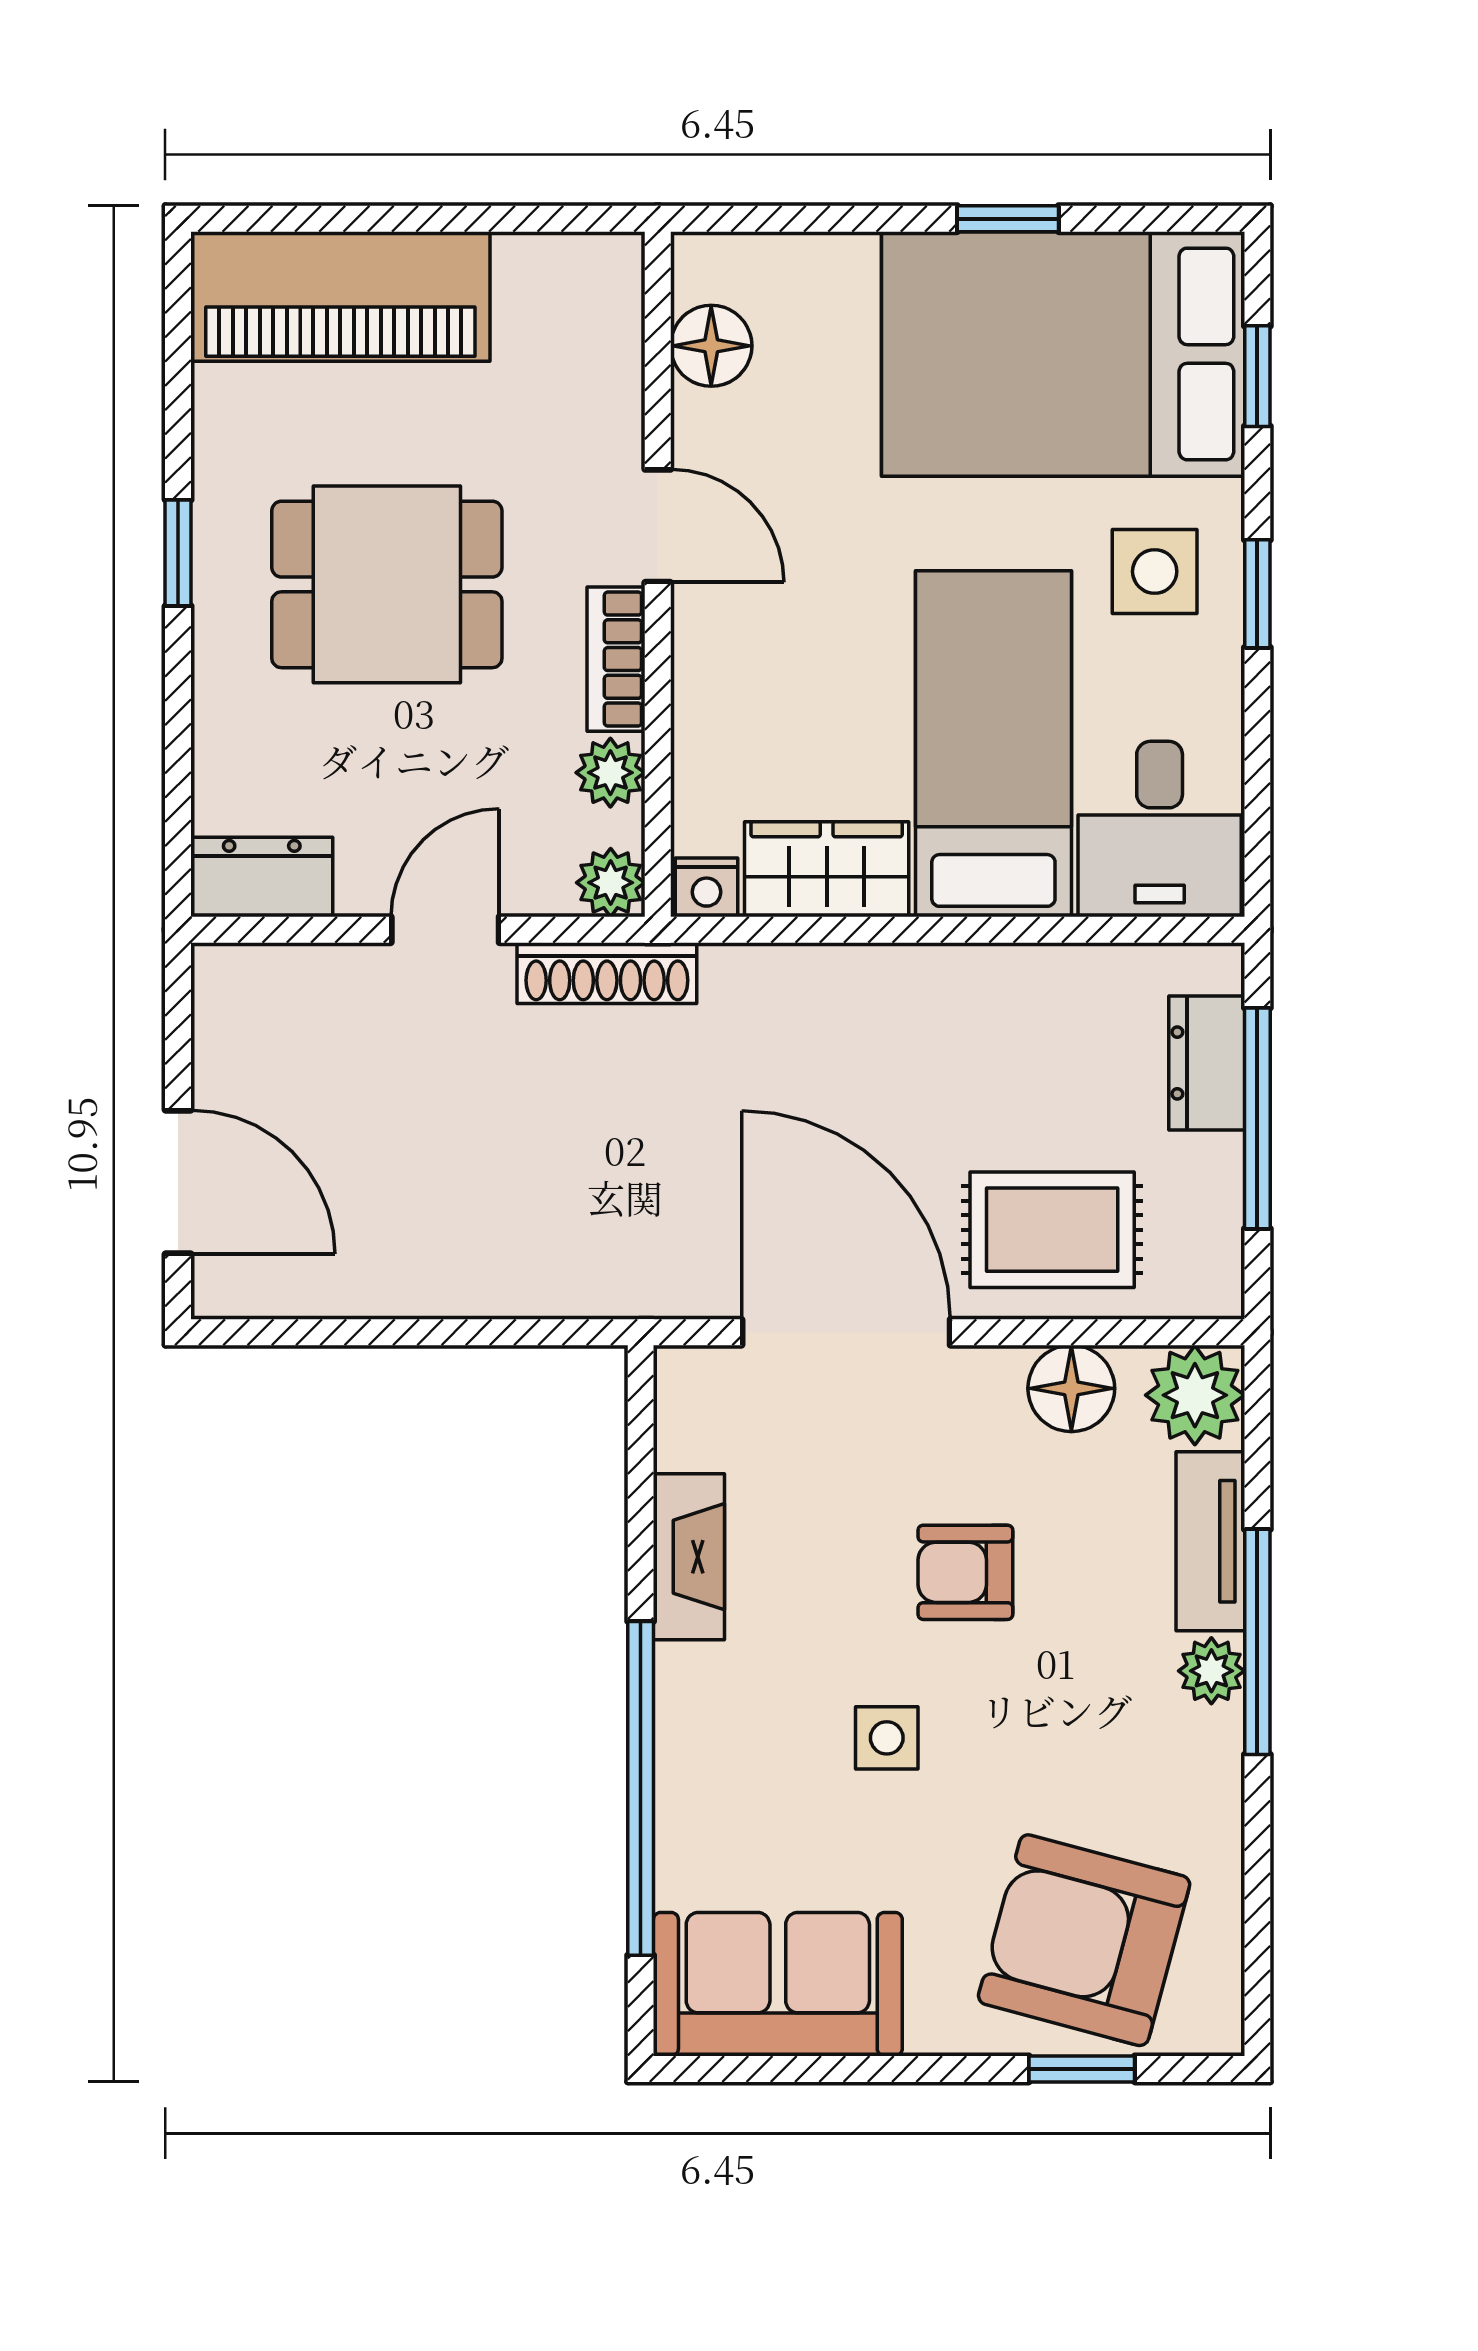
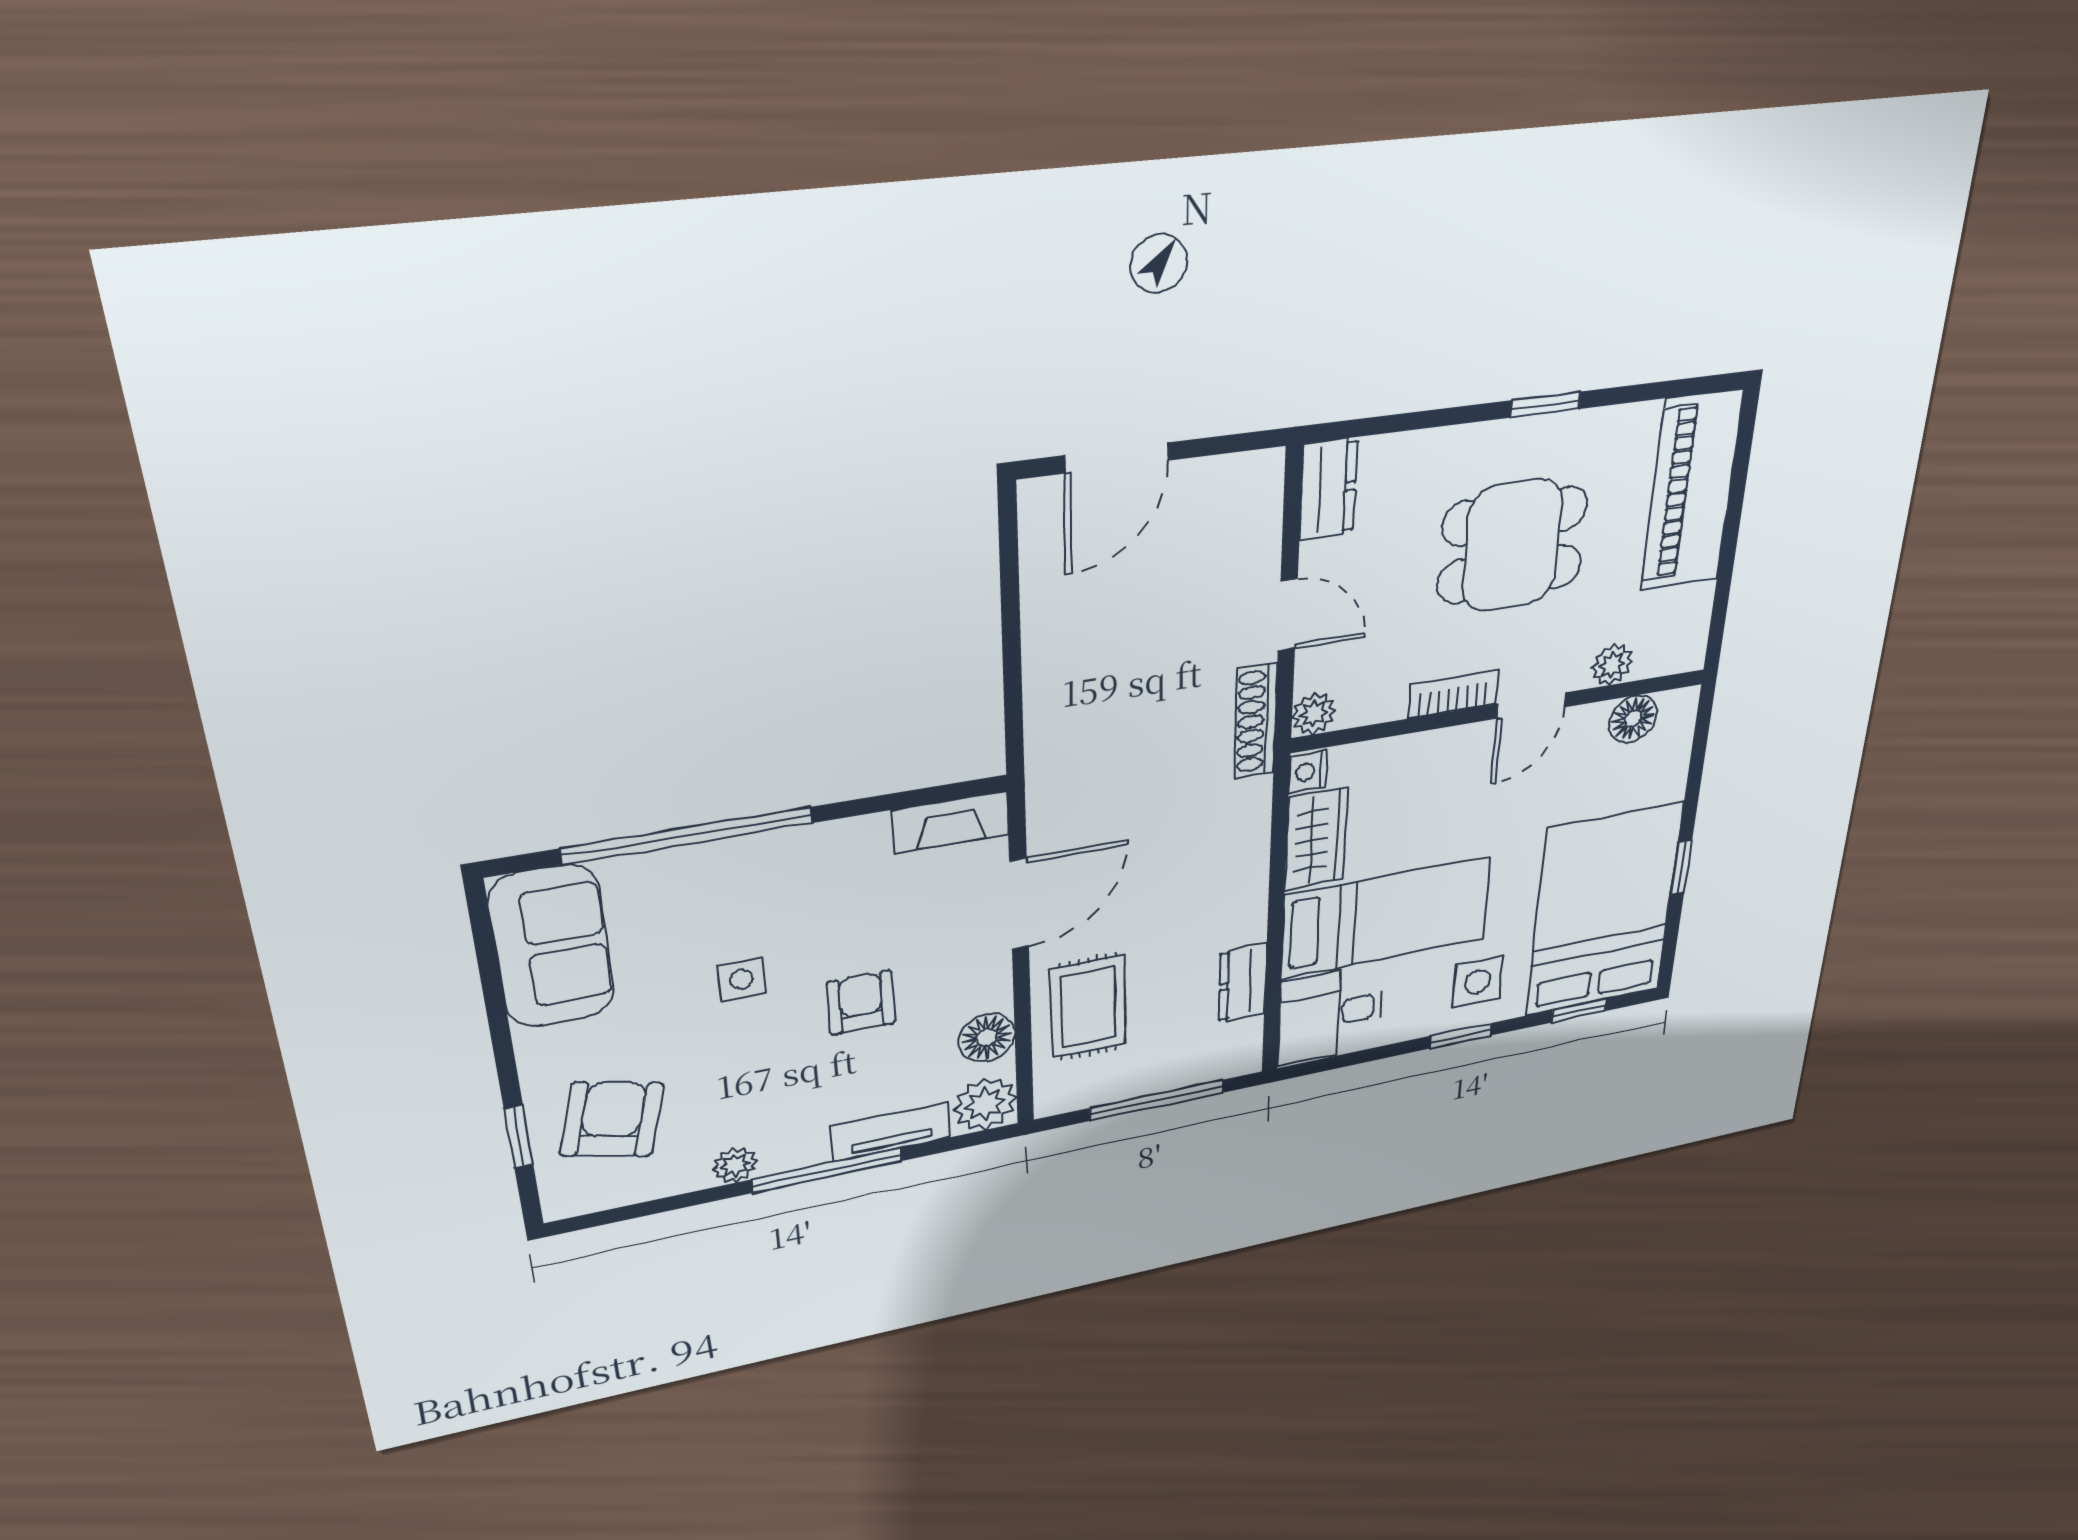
dining table: (387, 584) -> (1512, 545), turned 90
plant: (610, 773) -> (1612, 665), moved
dresser: (1207, 1063) -> (1243, 983), moved, turned -90
door: (846, 1332) -> (1019, 904), width x0.73
fireplace: (689, 1557) -> (950, 822), moved
plant: (1211, 1671) -> (735, 1165), moved
armchair: (1084, 1940) -> (612, 1119), width x0.73, depth x0.73

